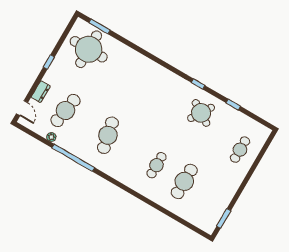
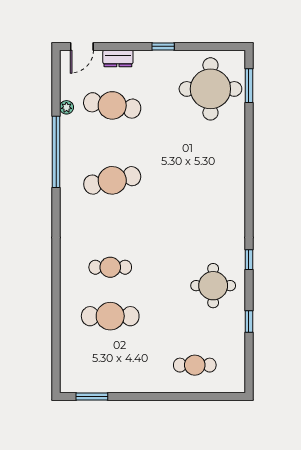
round table: (201, 113) -> (213, 286), turned -32

